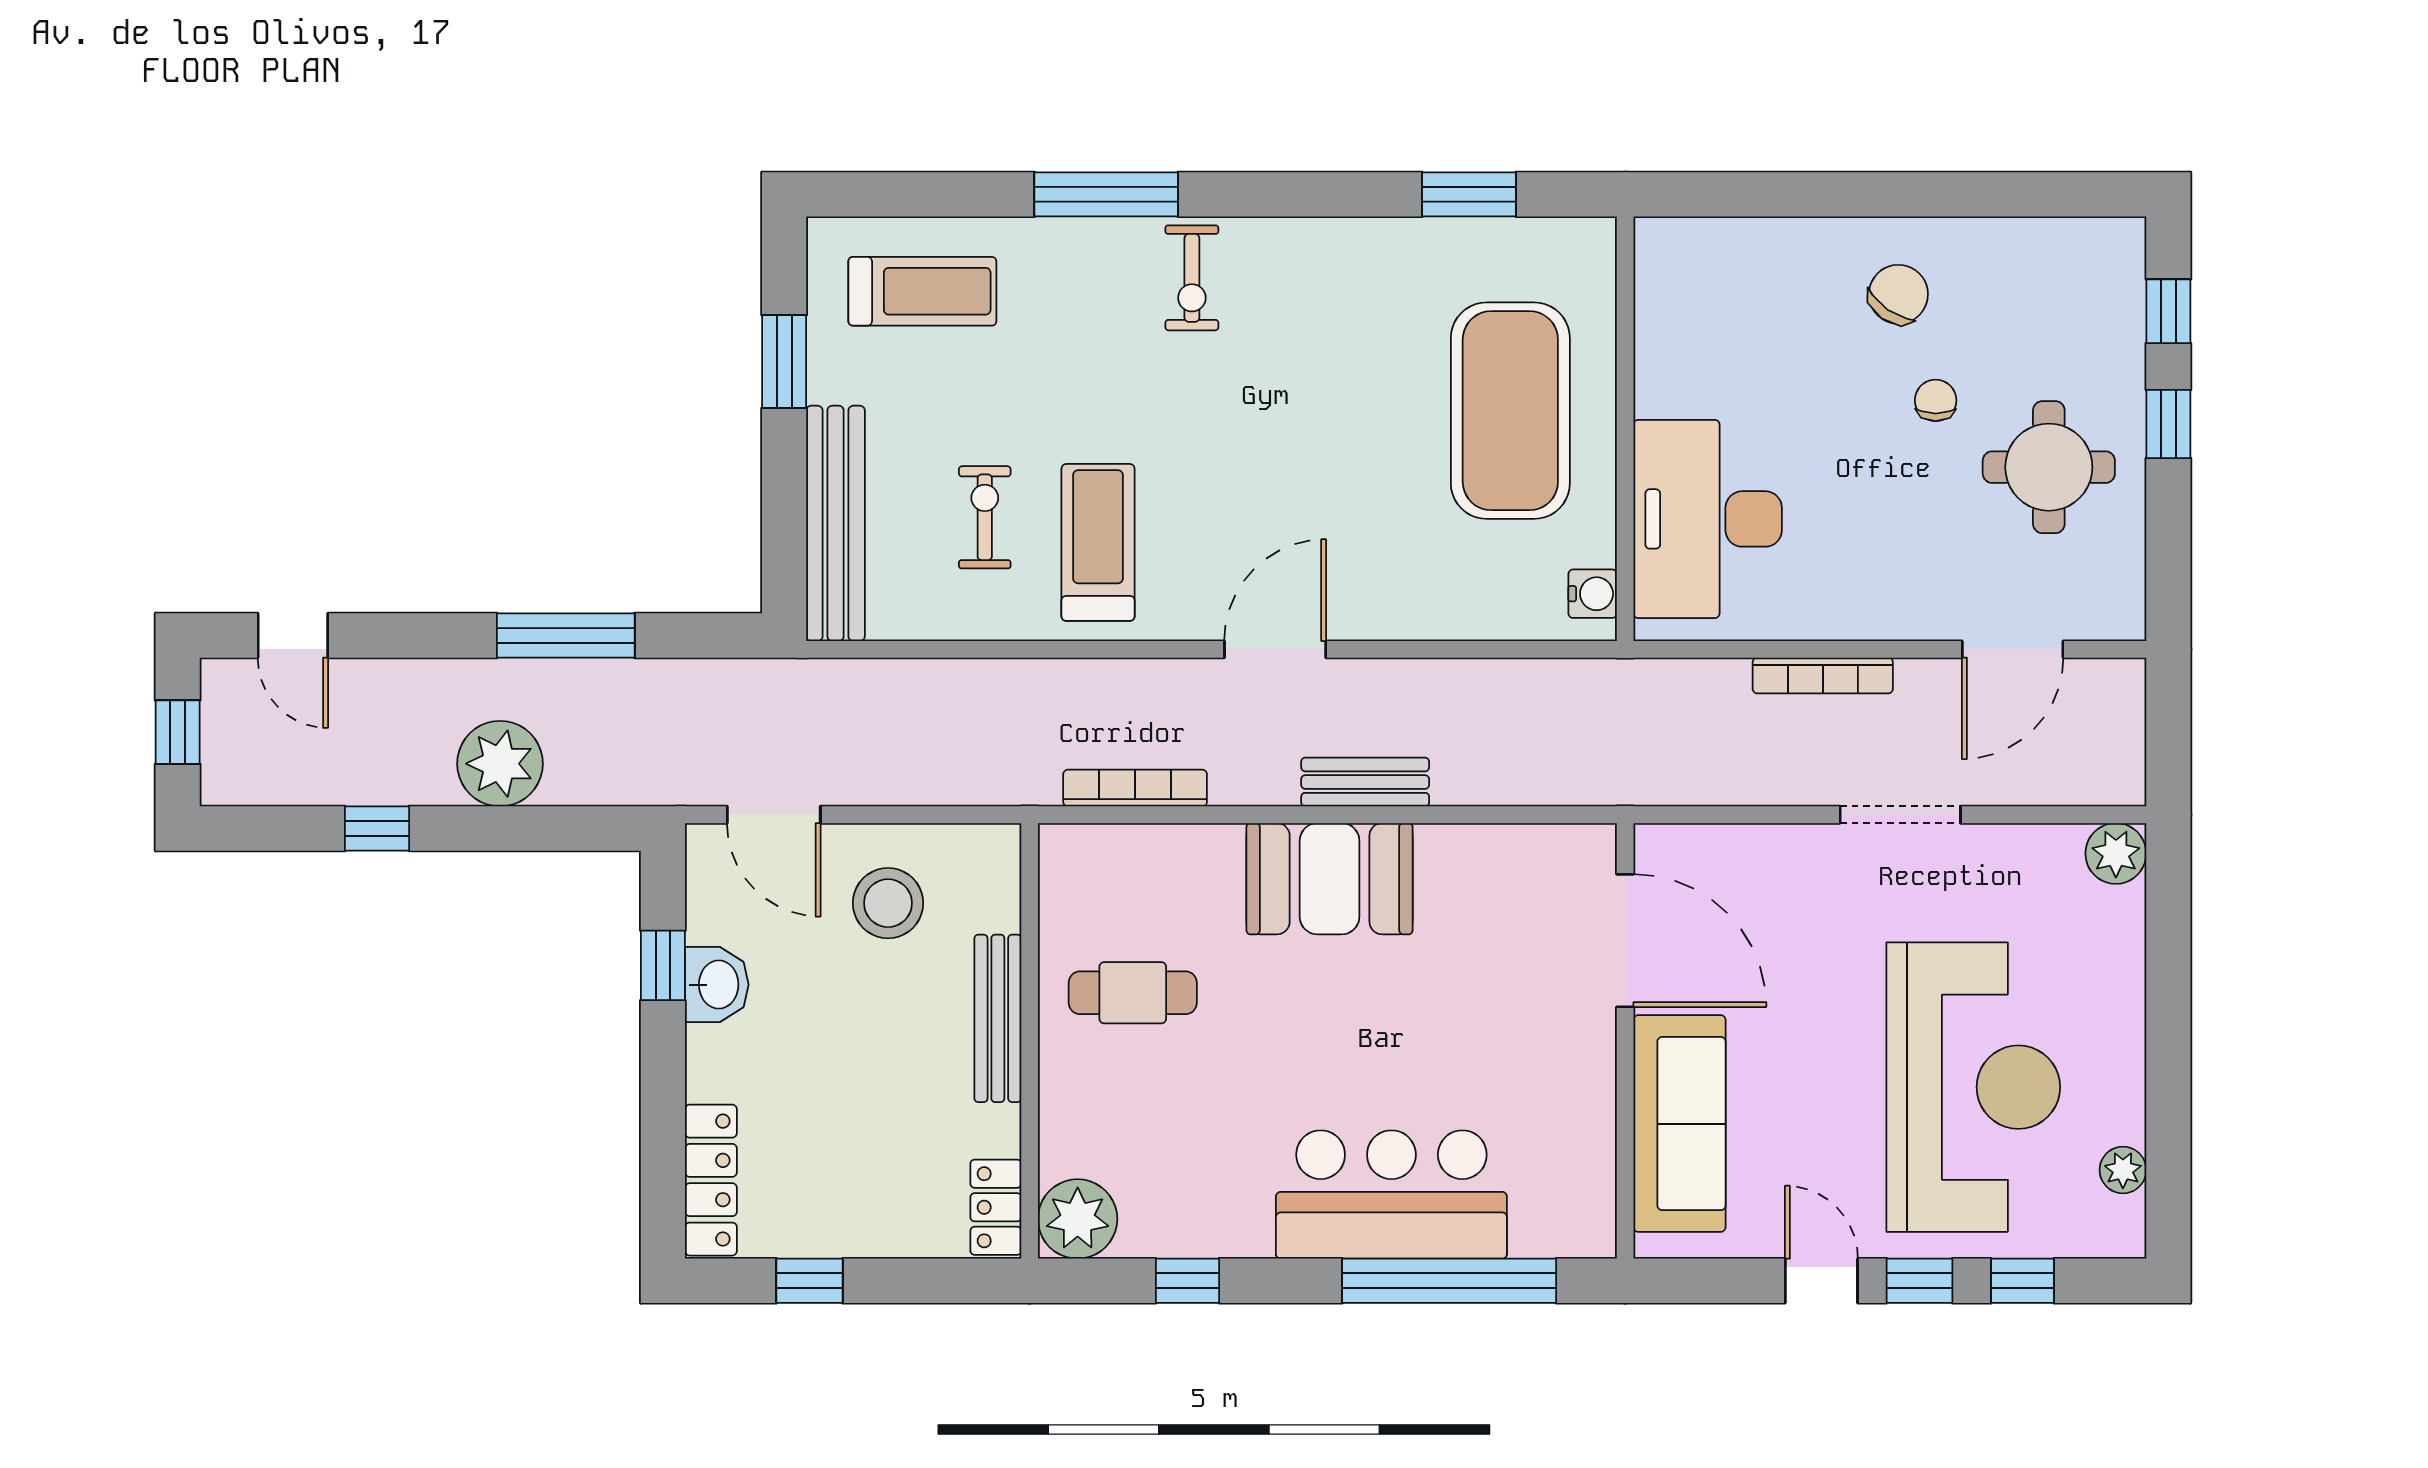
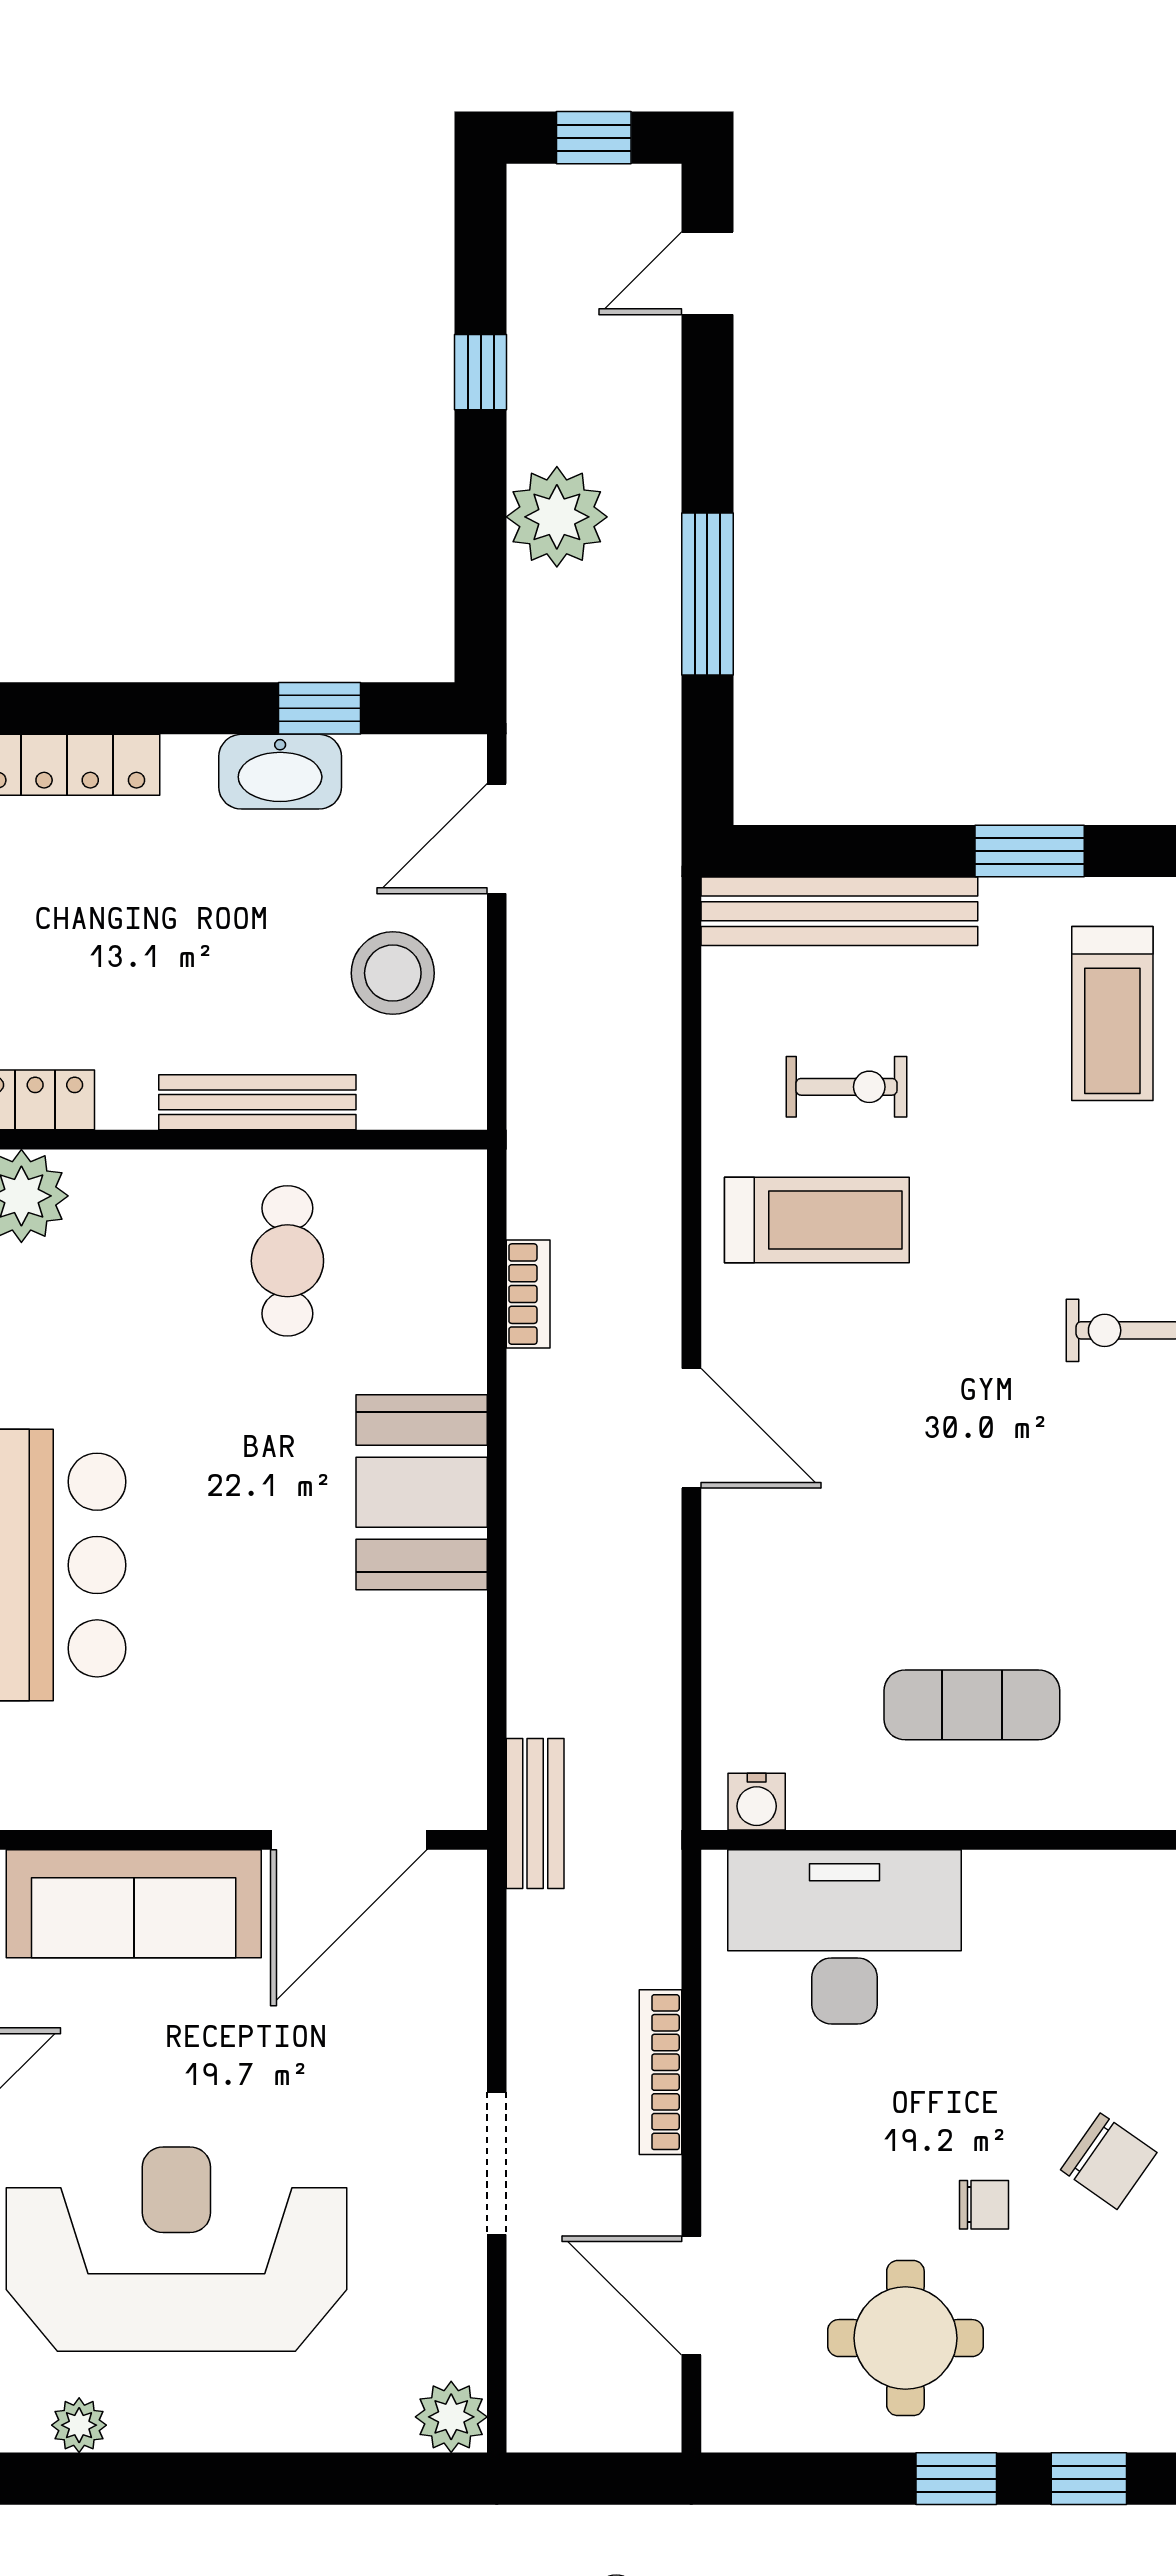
exercise mat: (1510, 411) -> (972, 1705), width x0.50, depth x0.69
bench: (1365, 782) -> (535, 1813), moved
bookcase: (1135, 788) -> (528, 1294), width x0.64
washbasin: (717, 985) -> (280, 772), width x1.38
reception desk: (1973, 1087) -> (176, 2249), turned 180

